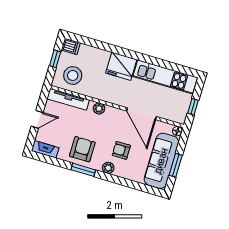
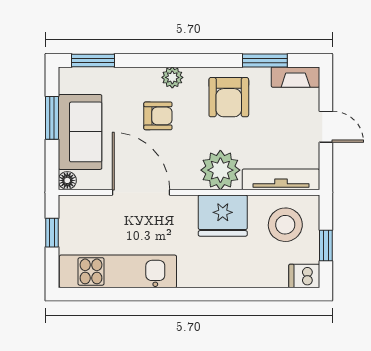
fridge: (121, 66) -> (223, 216), moved, turned 180
plant: (99, 108) -> (220, 170), width x1.87, depth x1.87
door: (37, 119) -> (326, 127), swing flipped
sofa: (161, 161) -> (80, 132), width x0.73
window: (83, 170) -> (265, 60), moved
window: (146, 188) -> (93, 60), added

